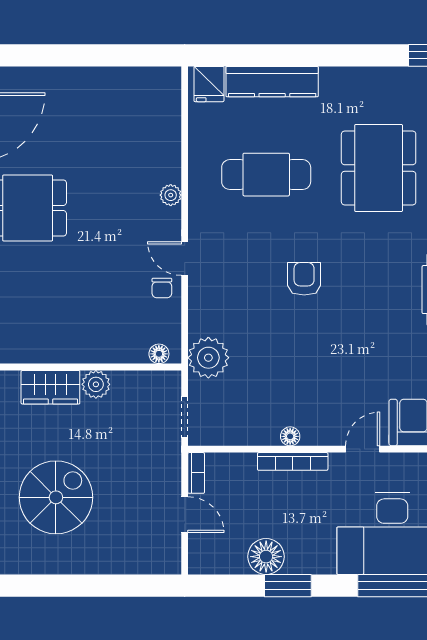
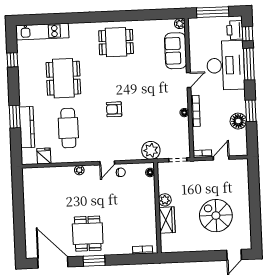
window: (297, 55) -> (15, 117), added
fridge: (209, 84) -> (44, 156), moved, turned -90
dining table: (379, 168) -> (63, 78), turned 90
door: (363, 449) -> (189, 80), swing flipped

